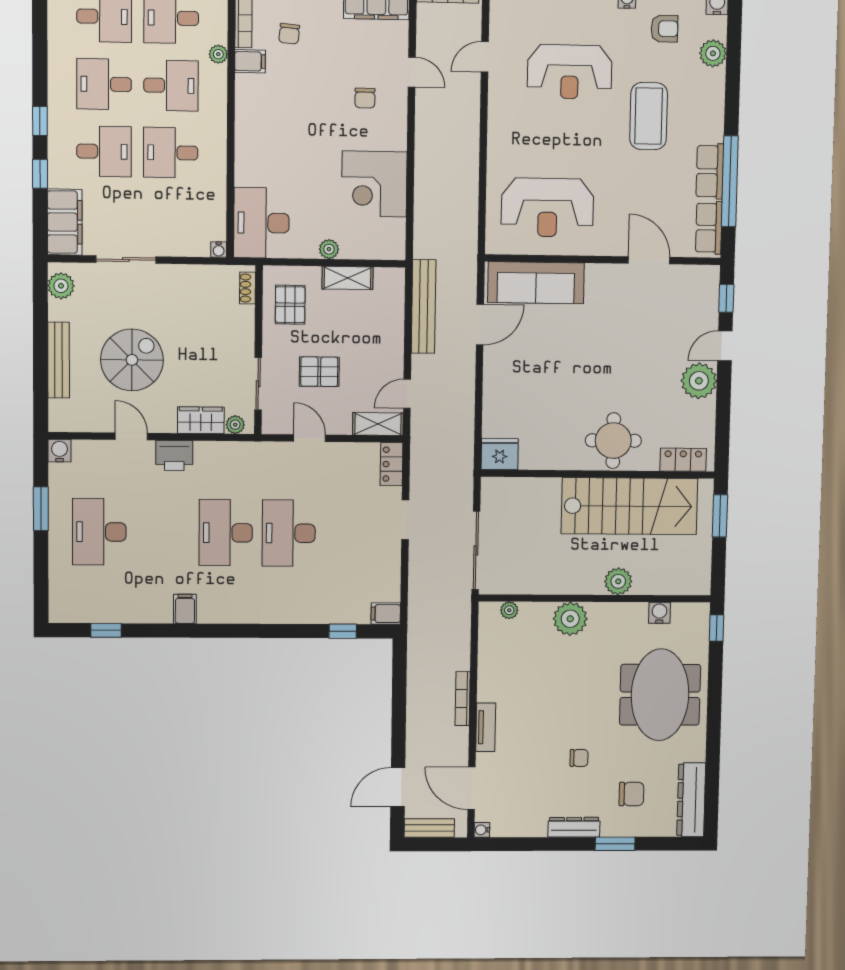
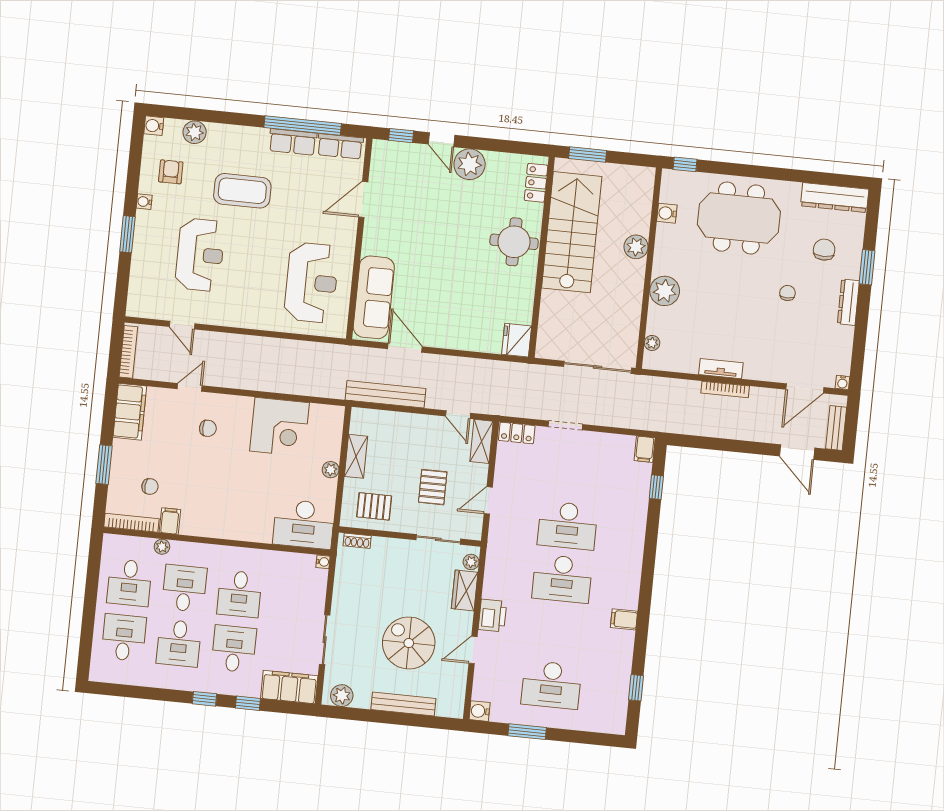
tv unit: (486, 727) -> (721, 369), moved

